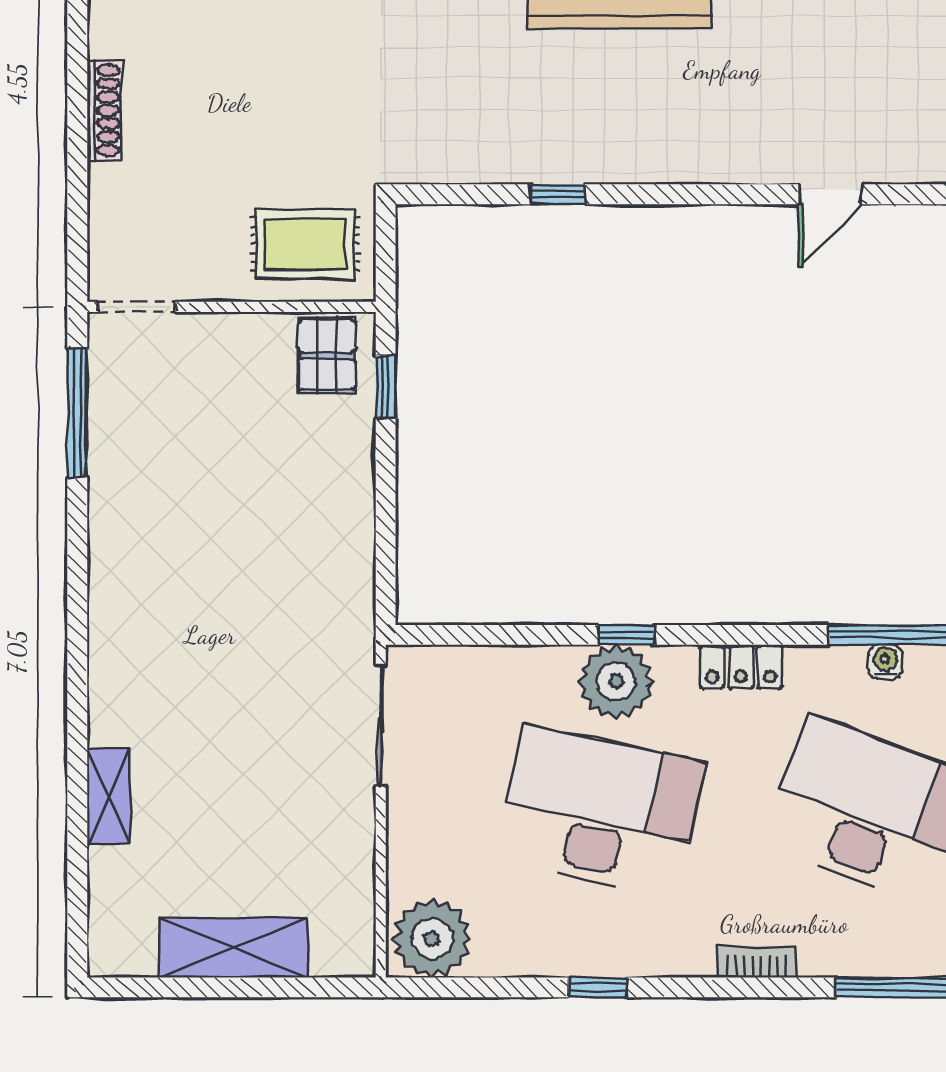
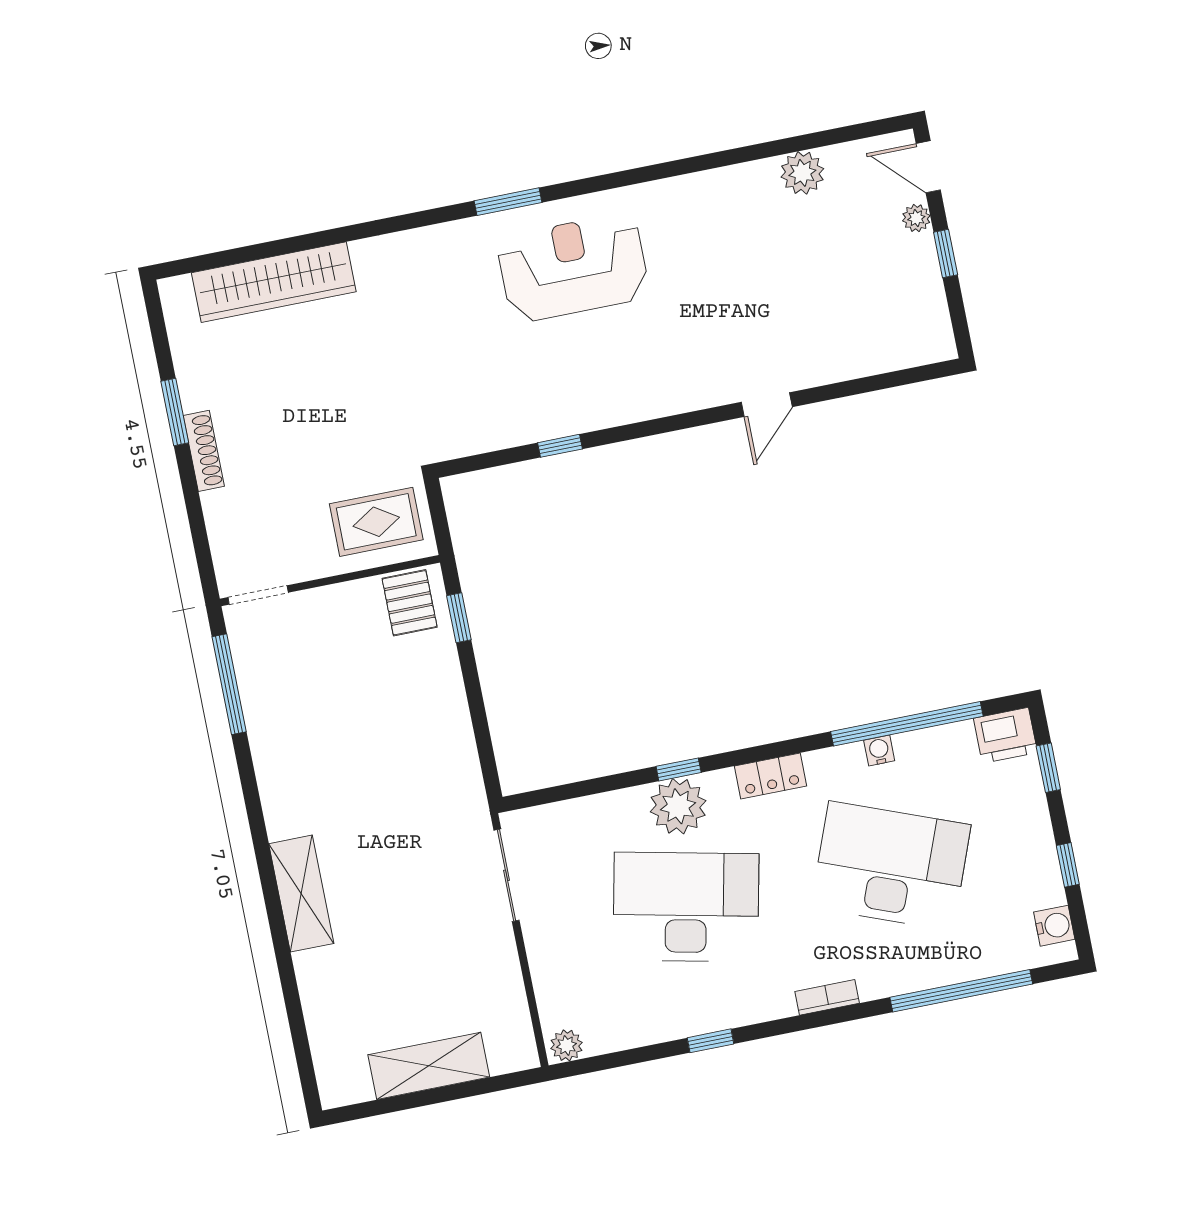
window: (77, 54) -> (175, 412), added
shelving: (109, 796) -> (301, 894), moved, width x1.50, depth x1.33
plant: (432, 938) -> (566, 1045), width x0.53, depth x0.53

